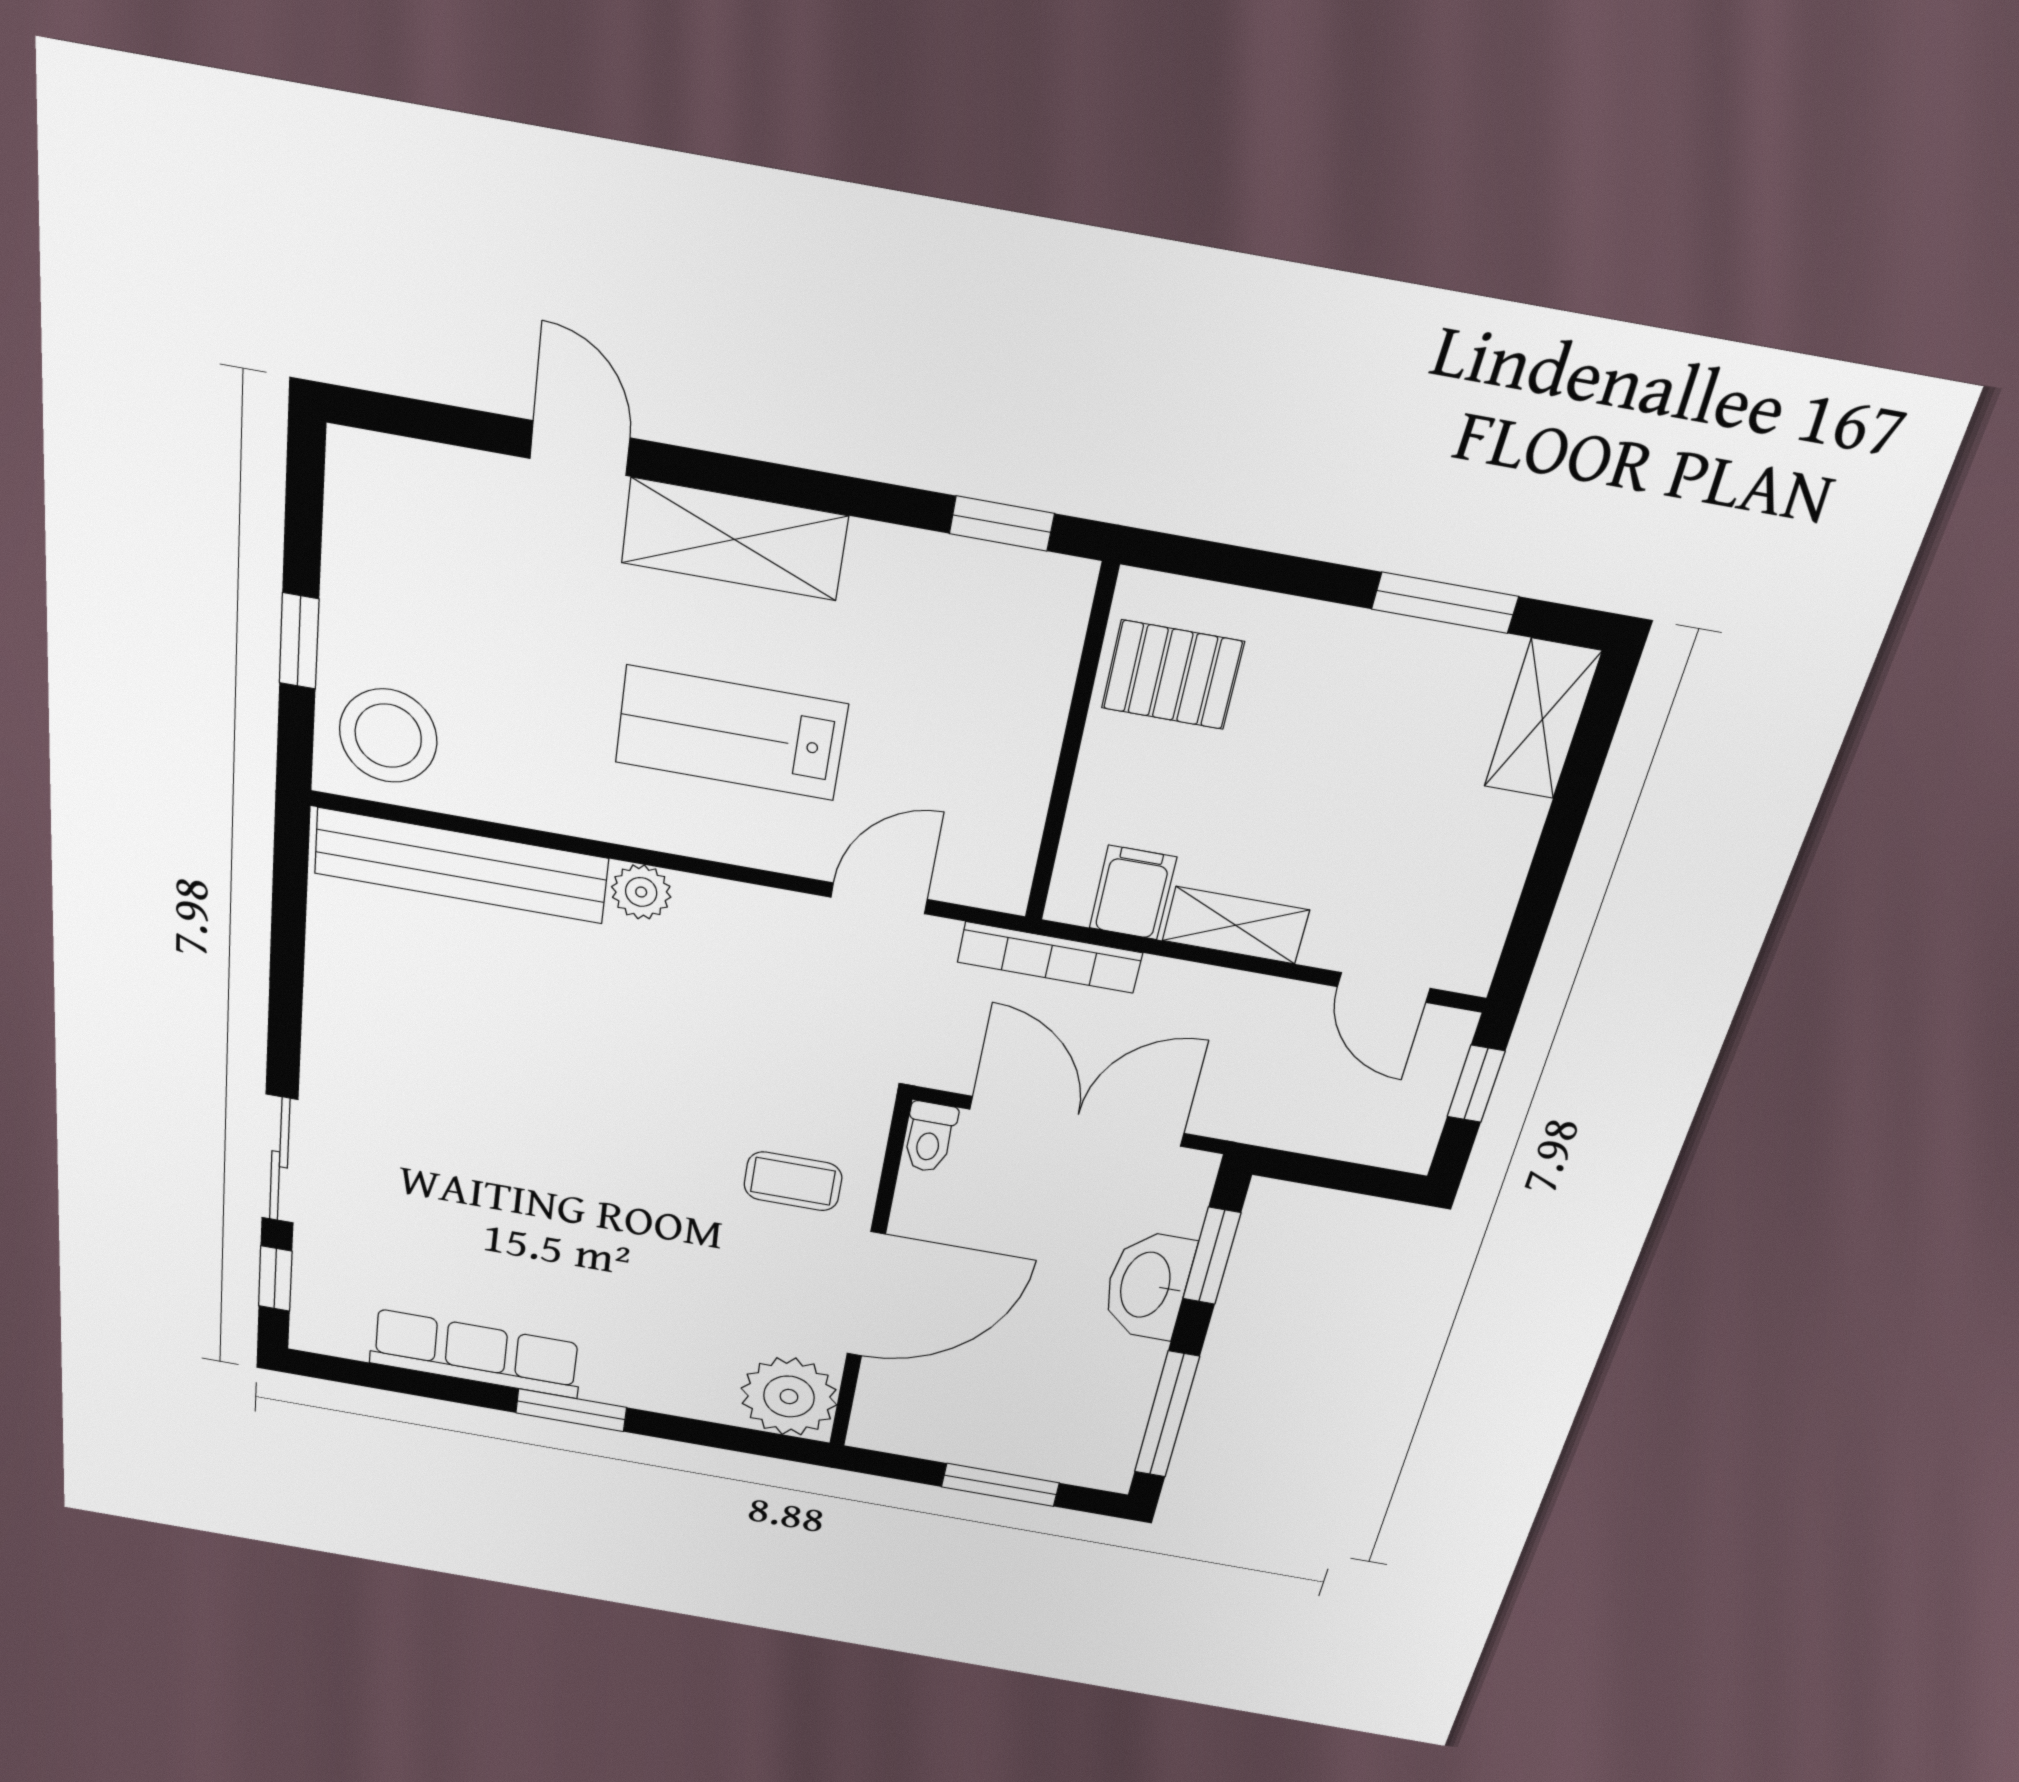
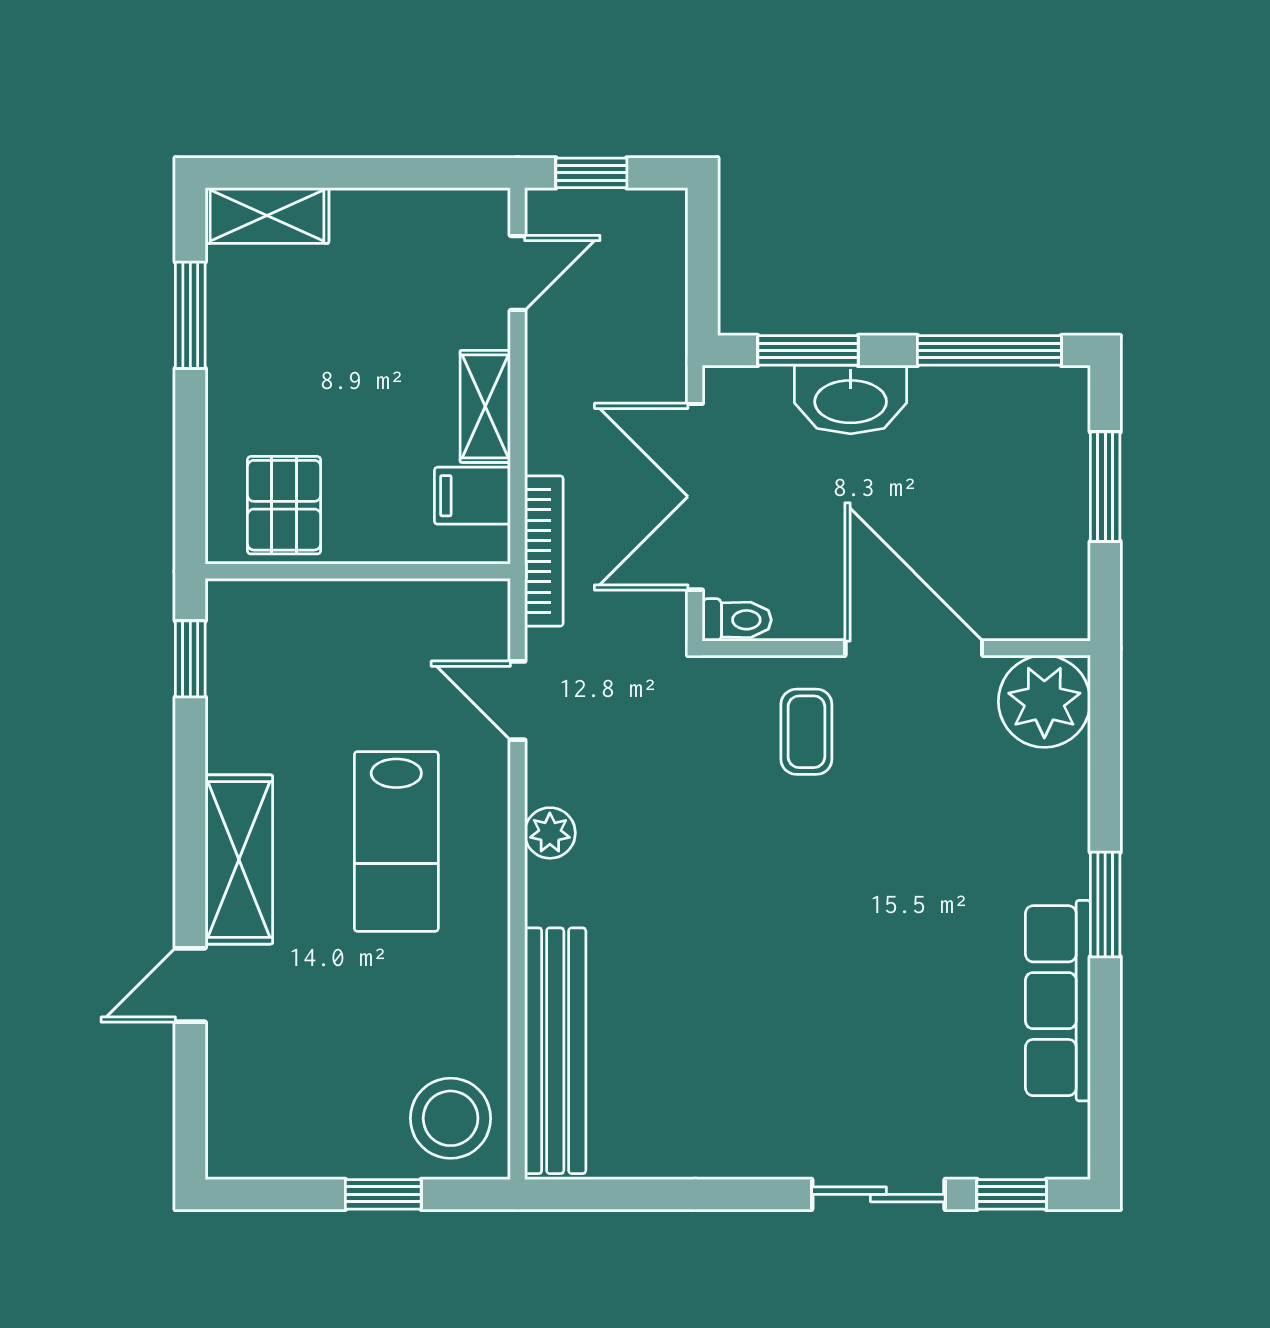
plant: (641, 892) -> (550, 833), moved

